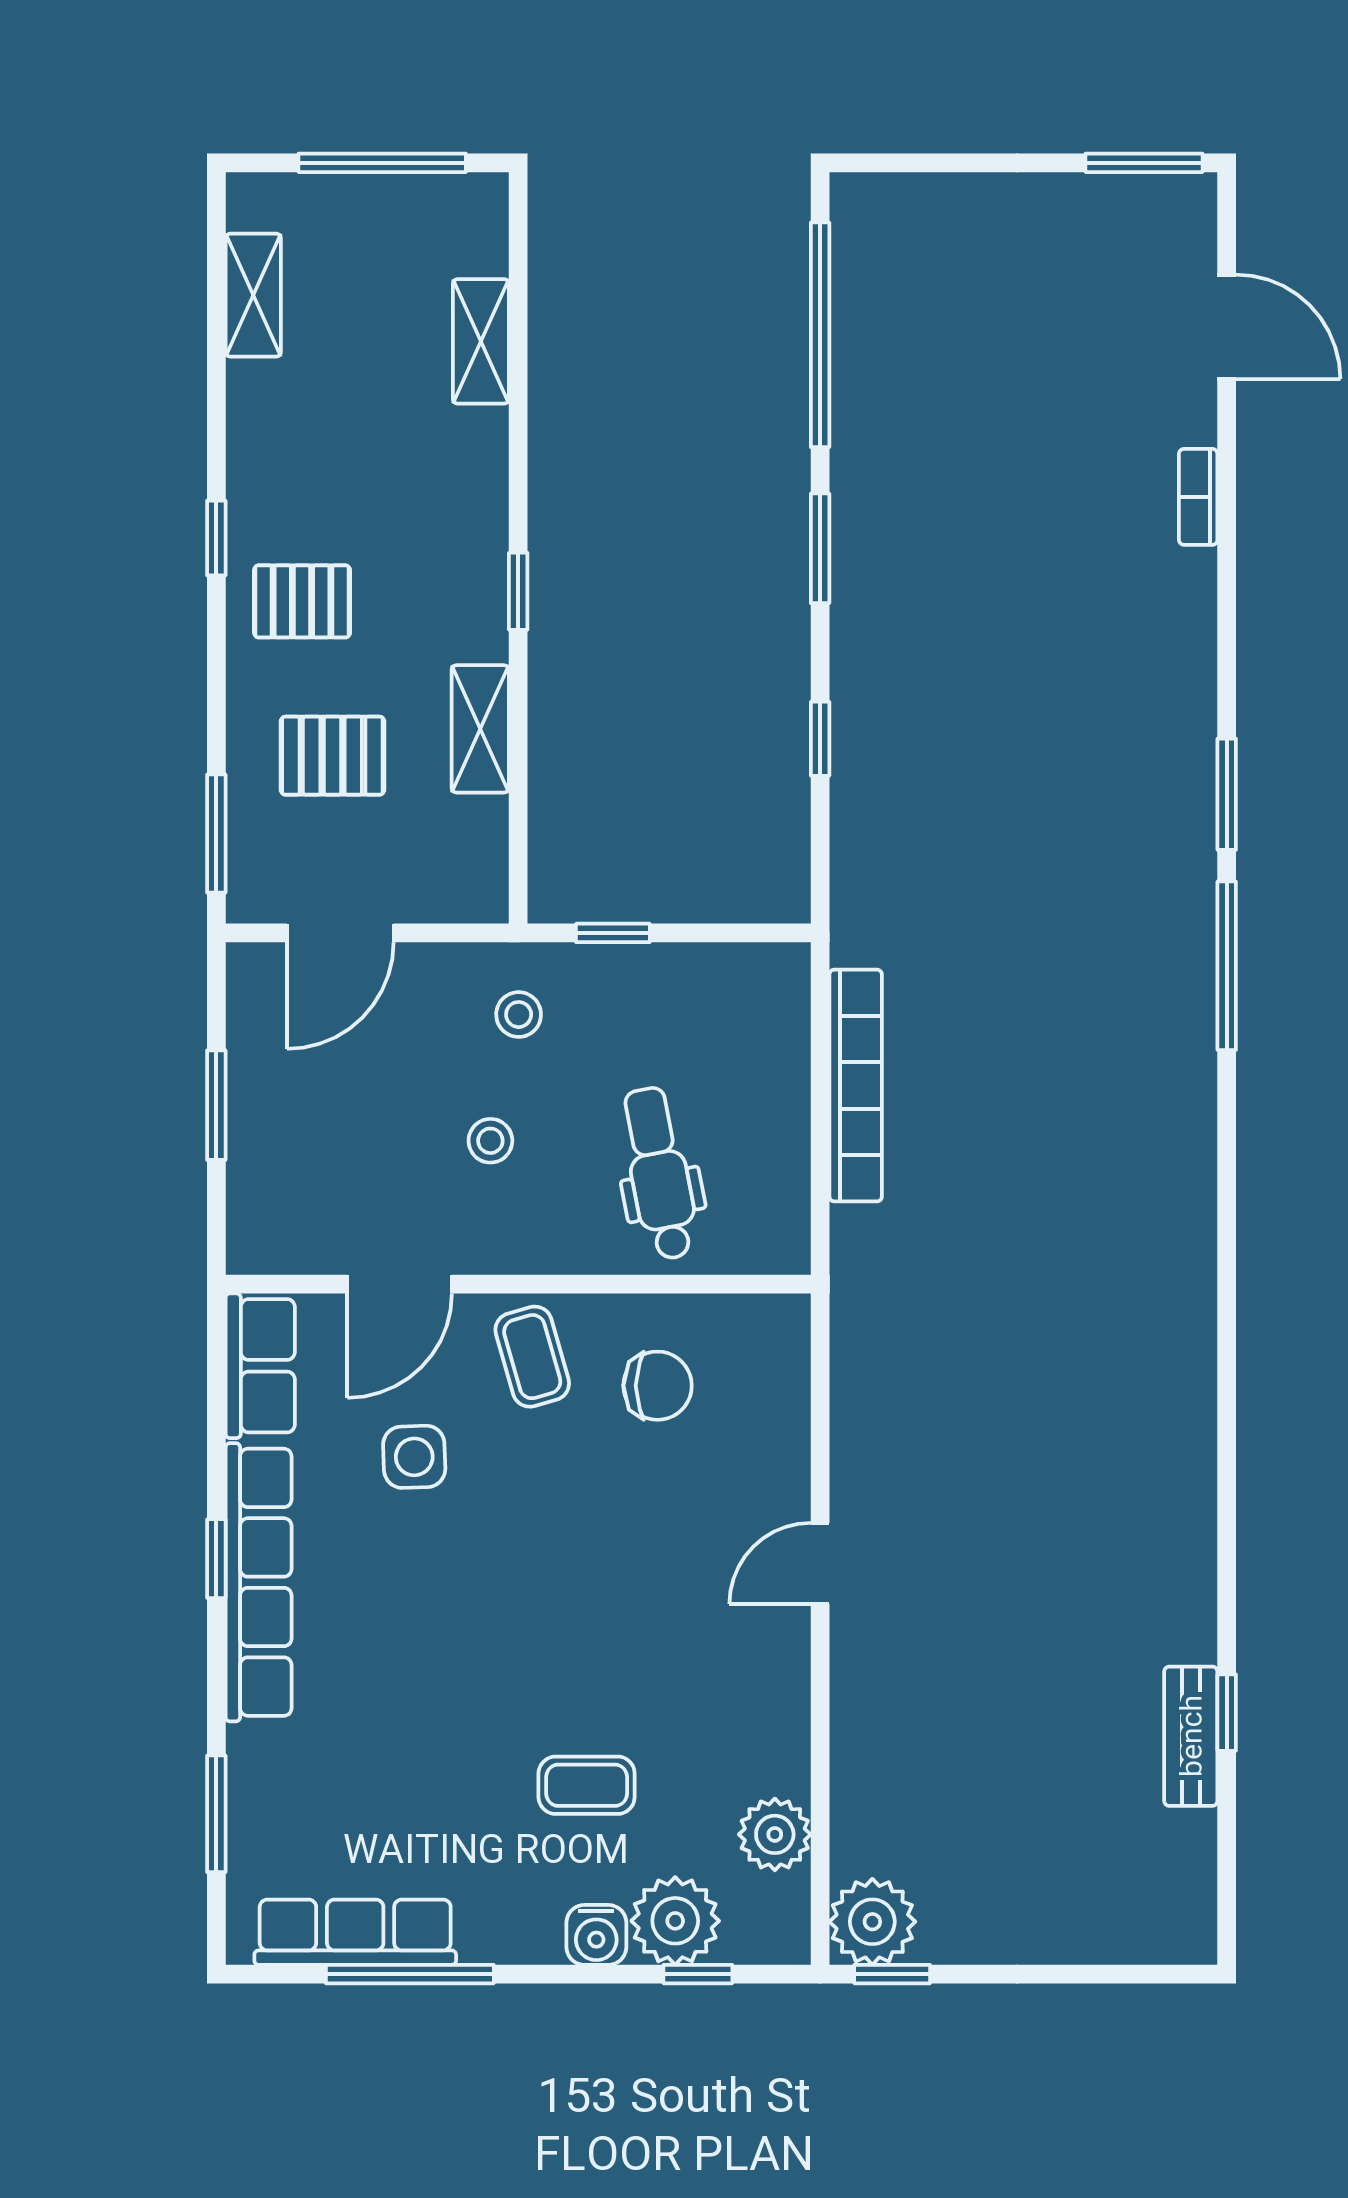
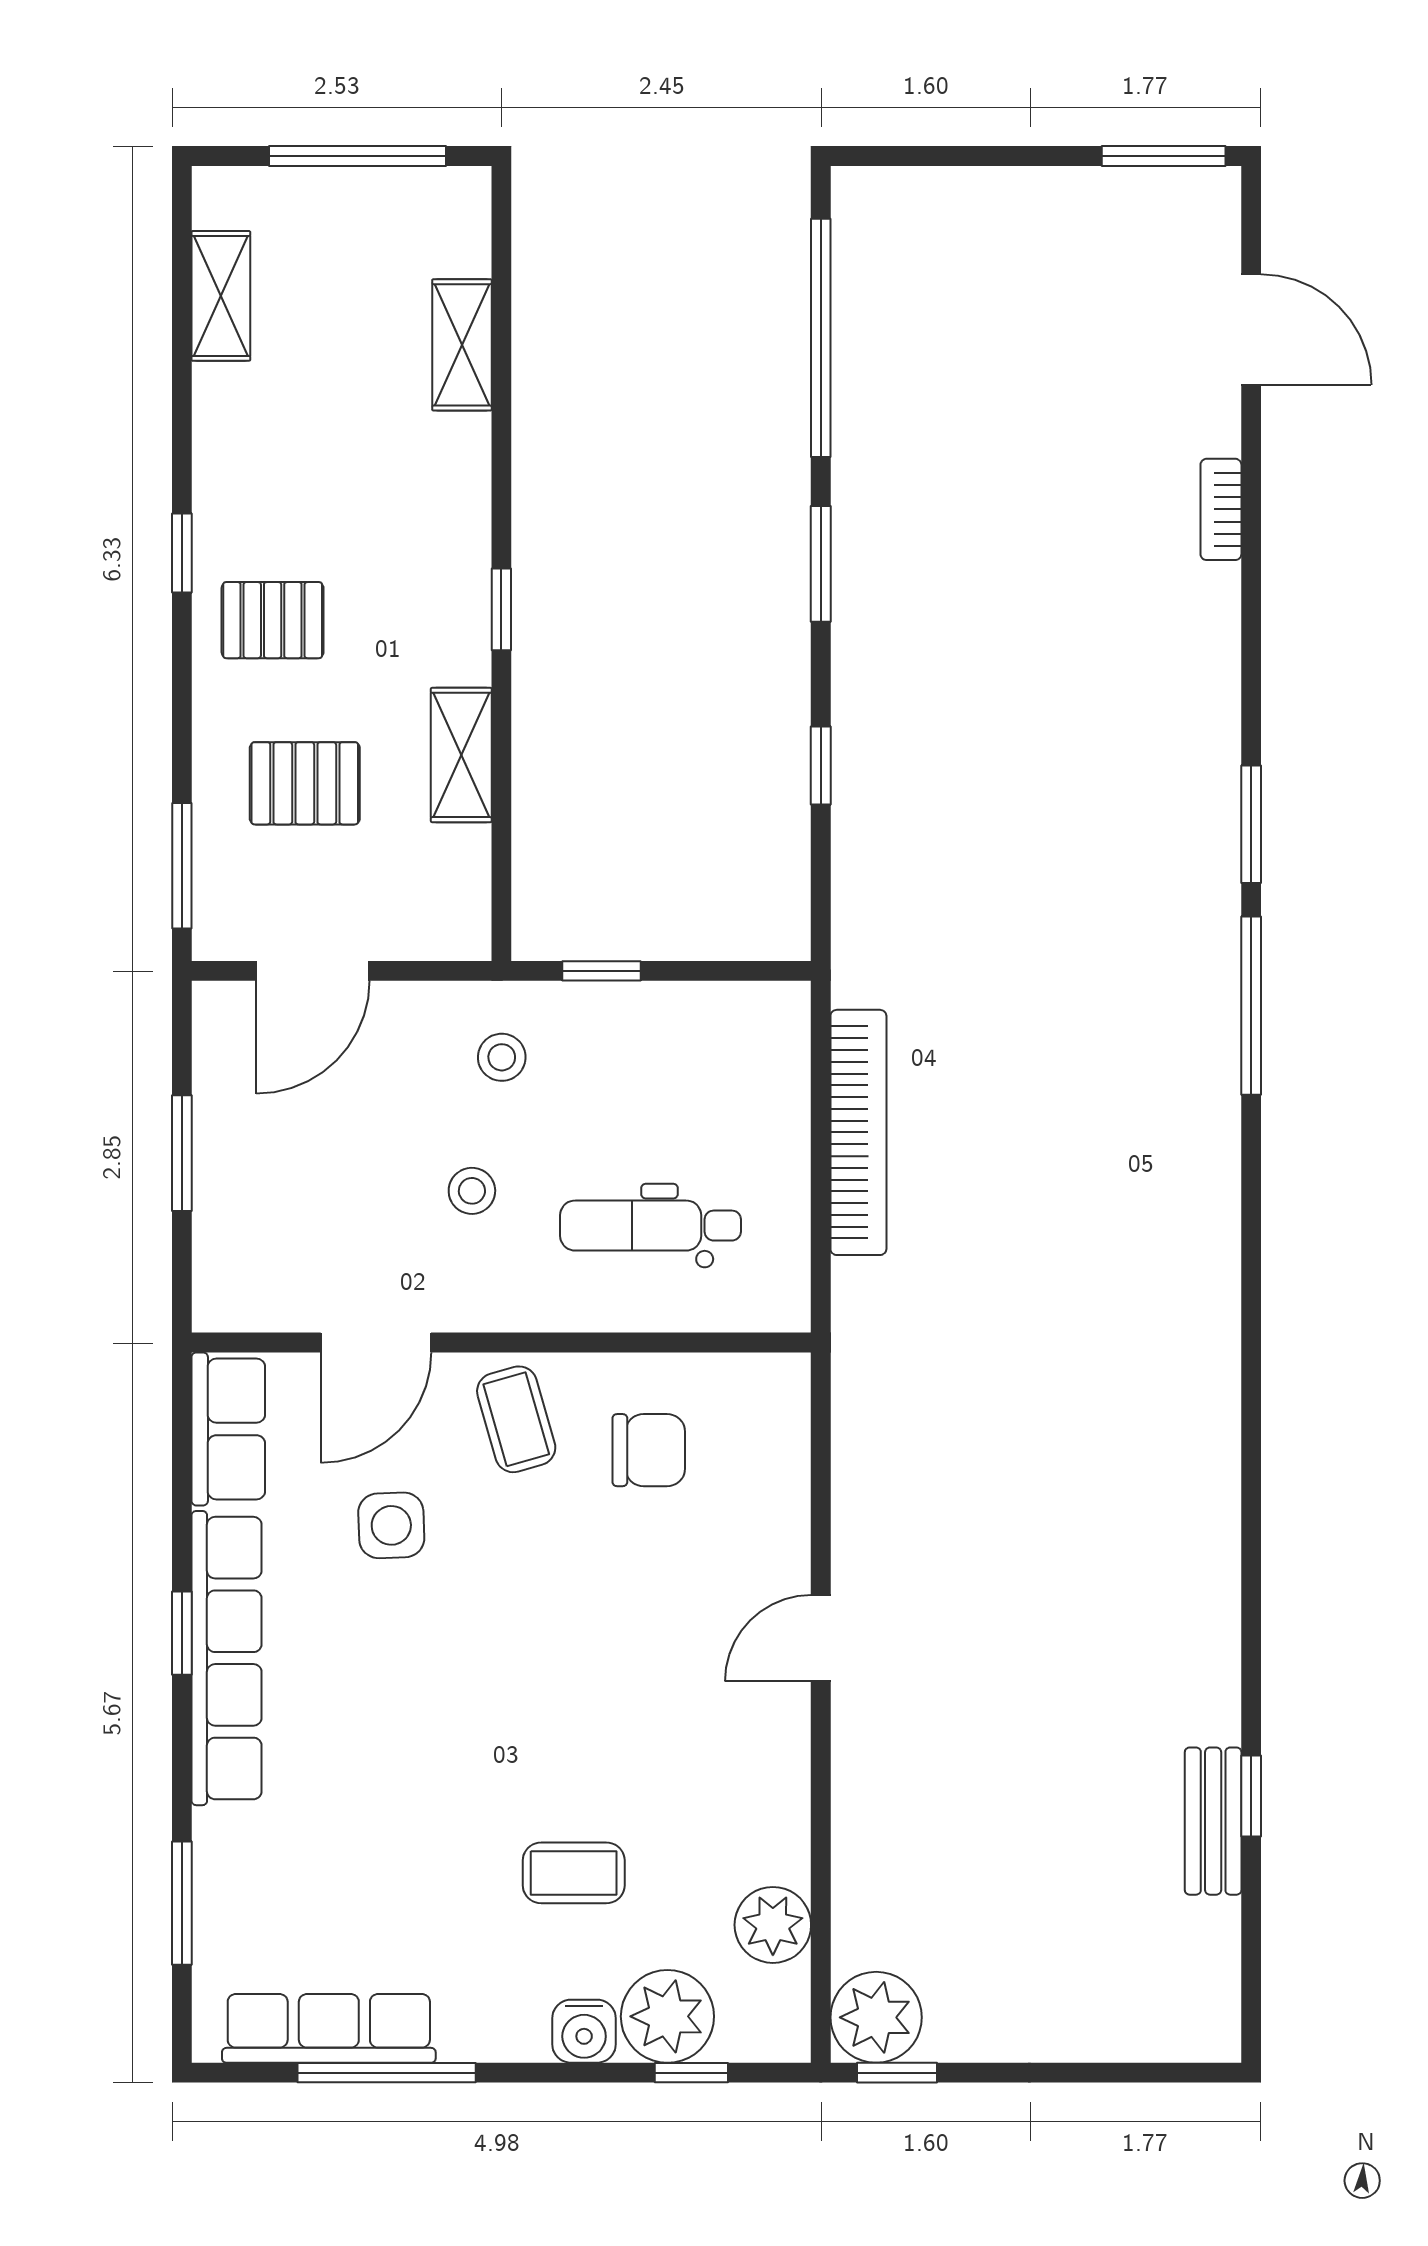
dental chair: (659, 1173) -> (650, 1226), turned -79

